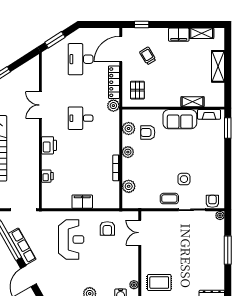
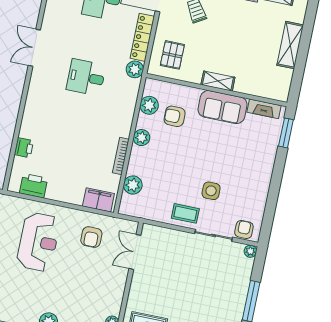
shelving: (193, 102) -> (218, 81), moved
printer: (49, 145) -> (34, 186), moved, turned -90
filing cabinet: (82, 202) -> (98, 200), moved

